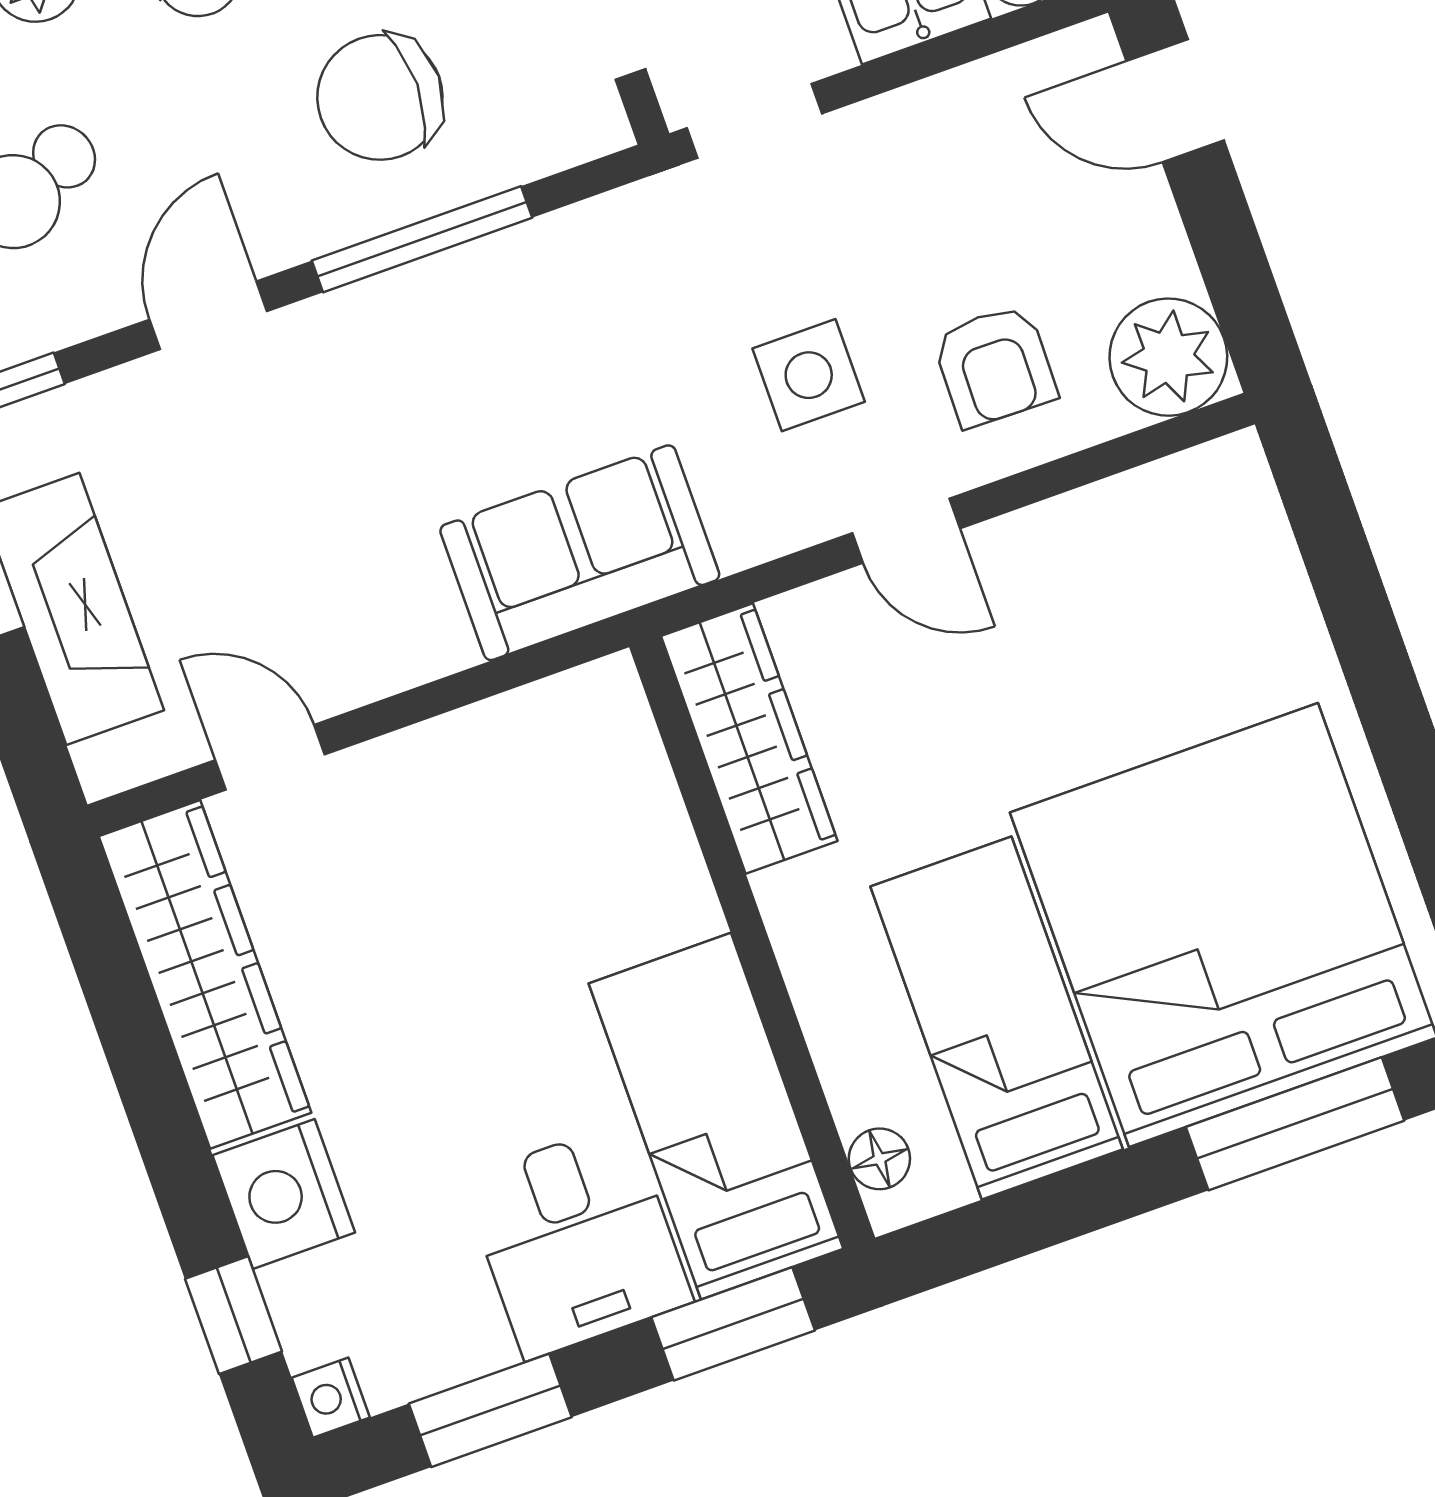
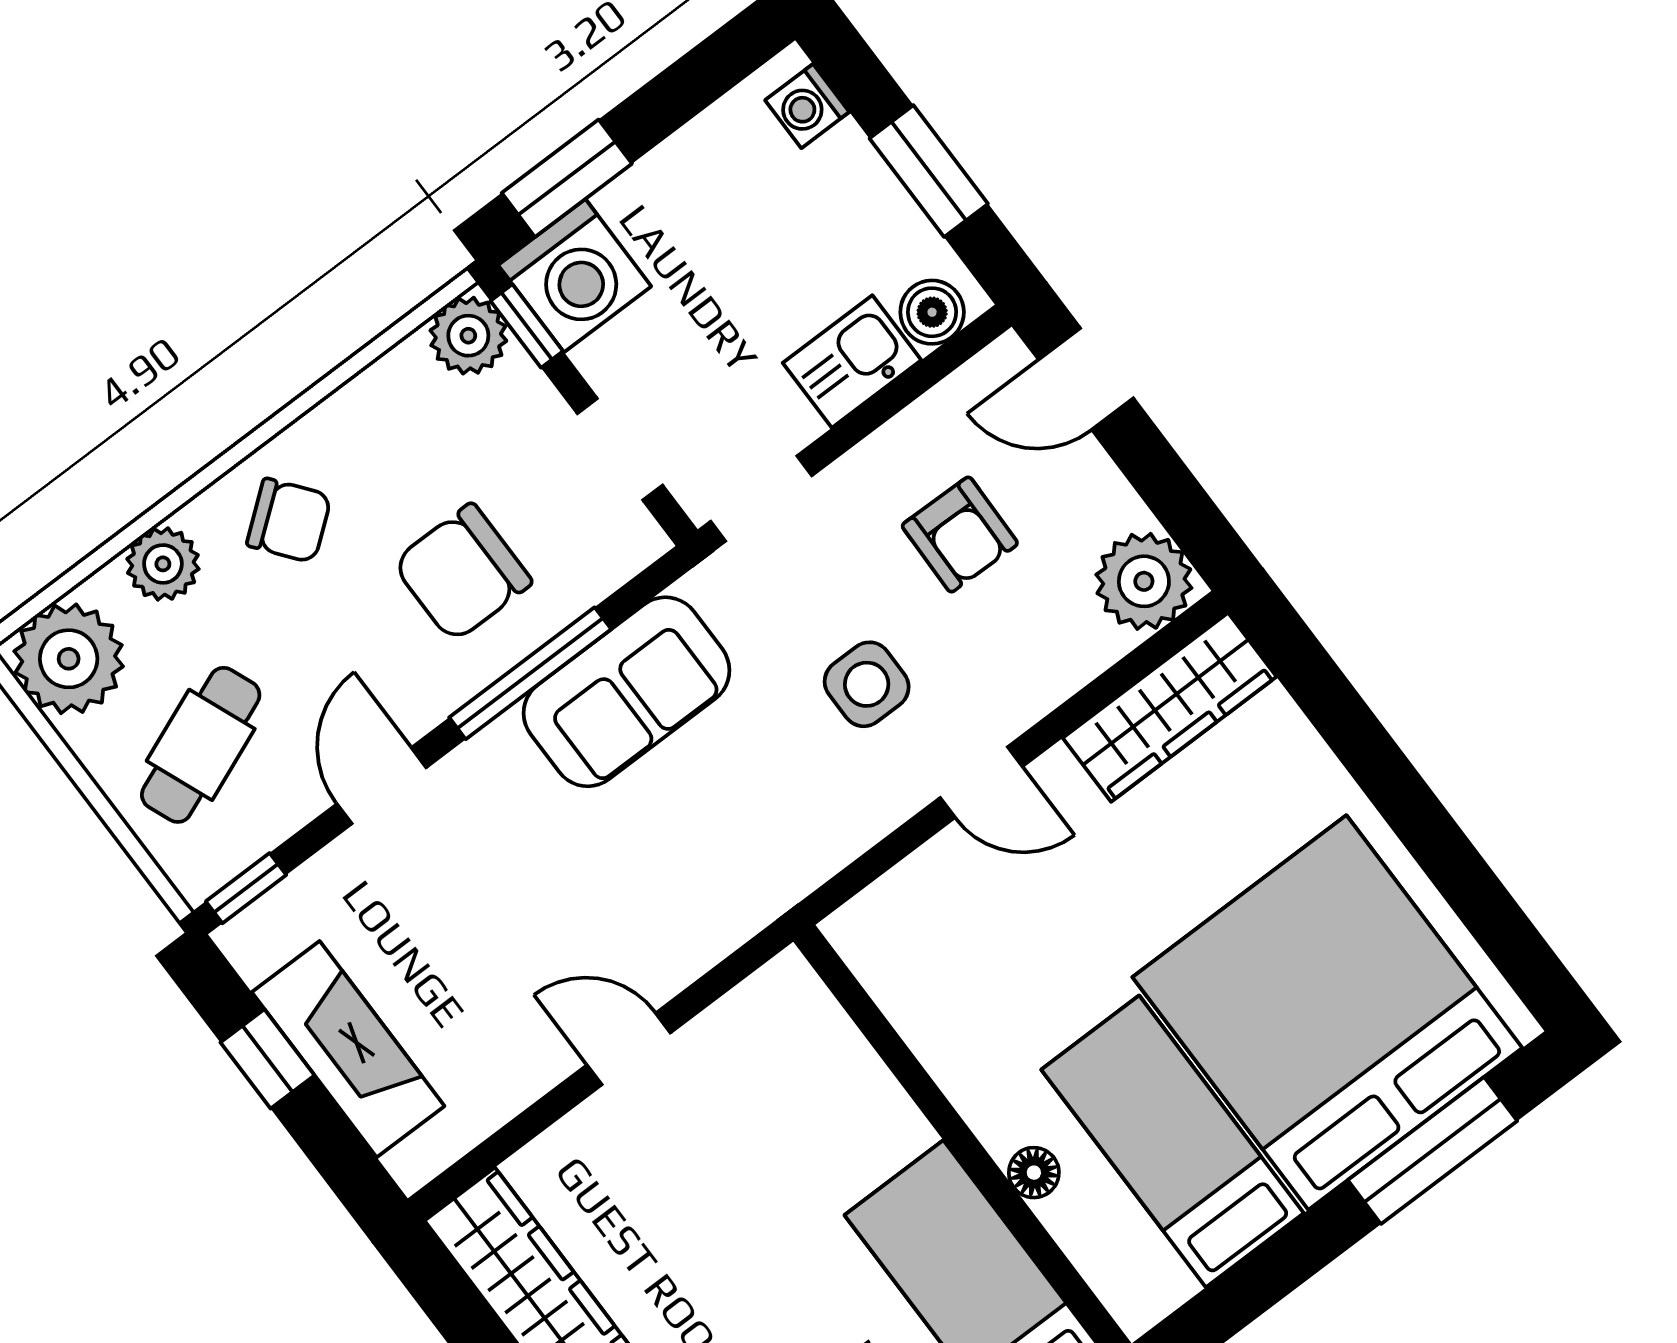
armchair: (995, 366) -> (960, 535), moved
sofa: (580, 553) -> (627, 692), moved, turned 180
wardrobe: (749, 739) -> (1170, 707), moved, turned 90
door: (270, 757) -> (629, 1049), moved
floor lamp: (879, 1159) -> (1034, 1173), moved

